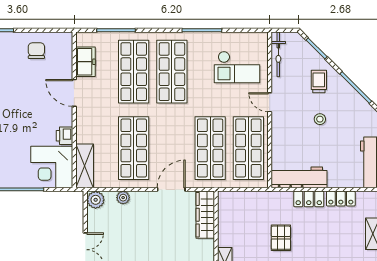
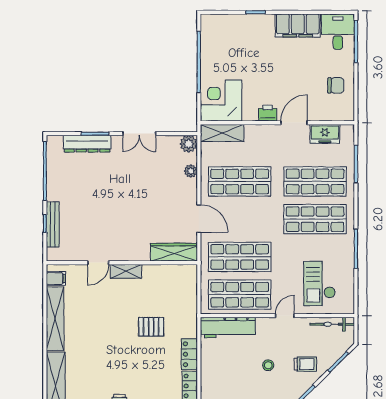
printer: (64, 136) -> (268, 113), moved
workbench: (299, 177) -> (228, 327), moved, turned 90

